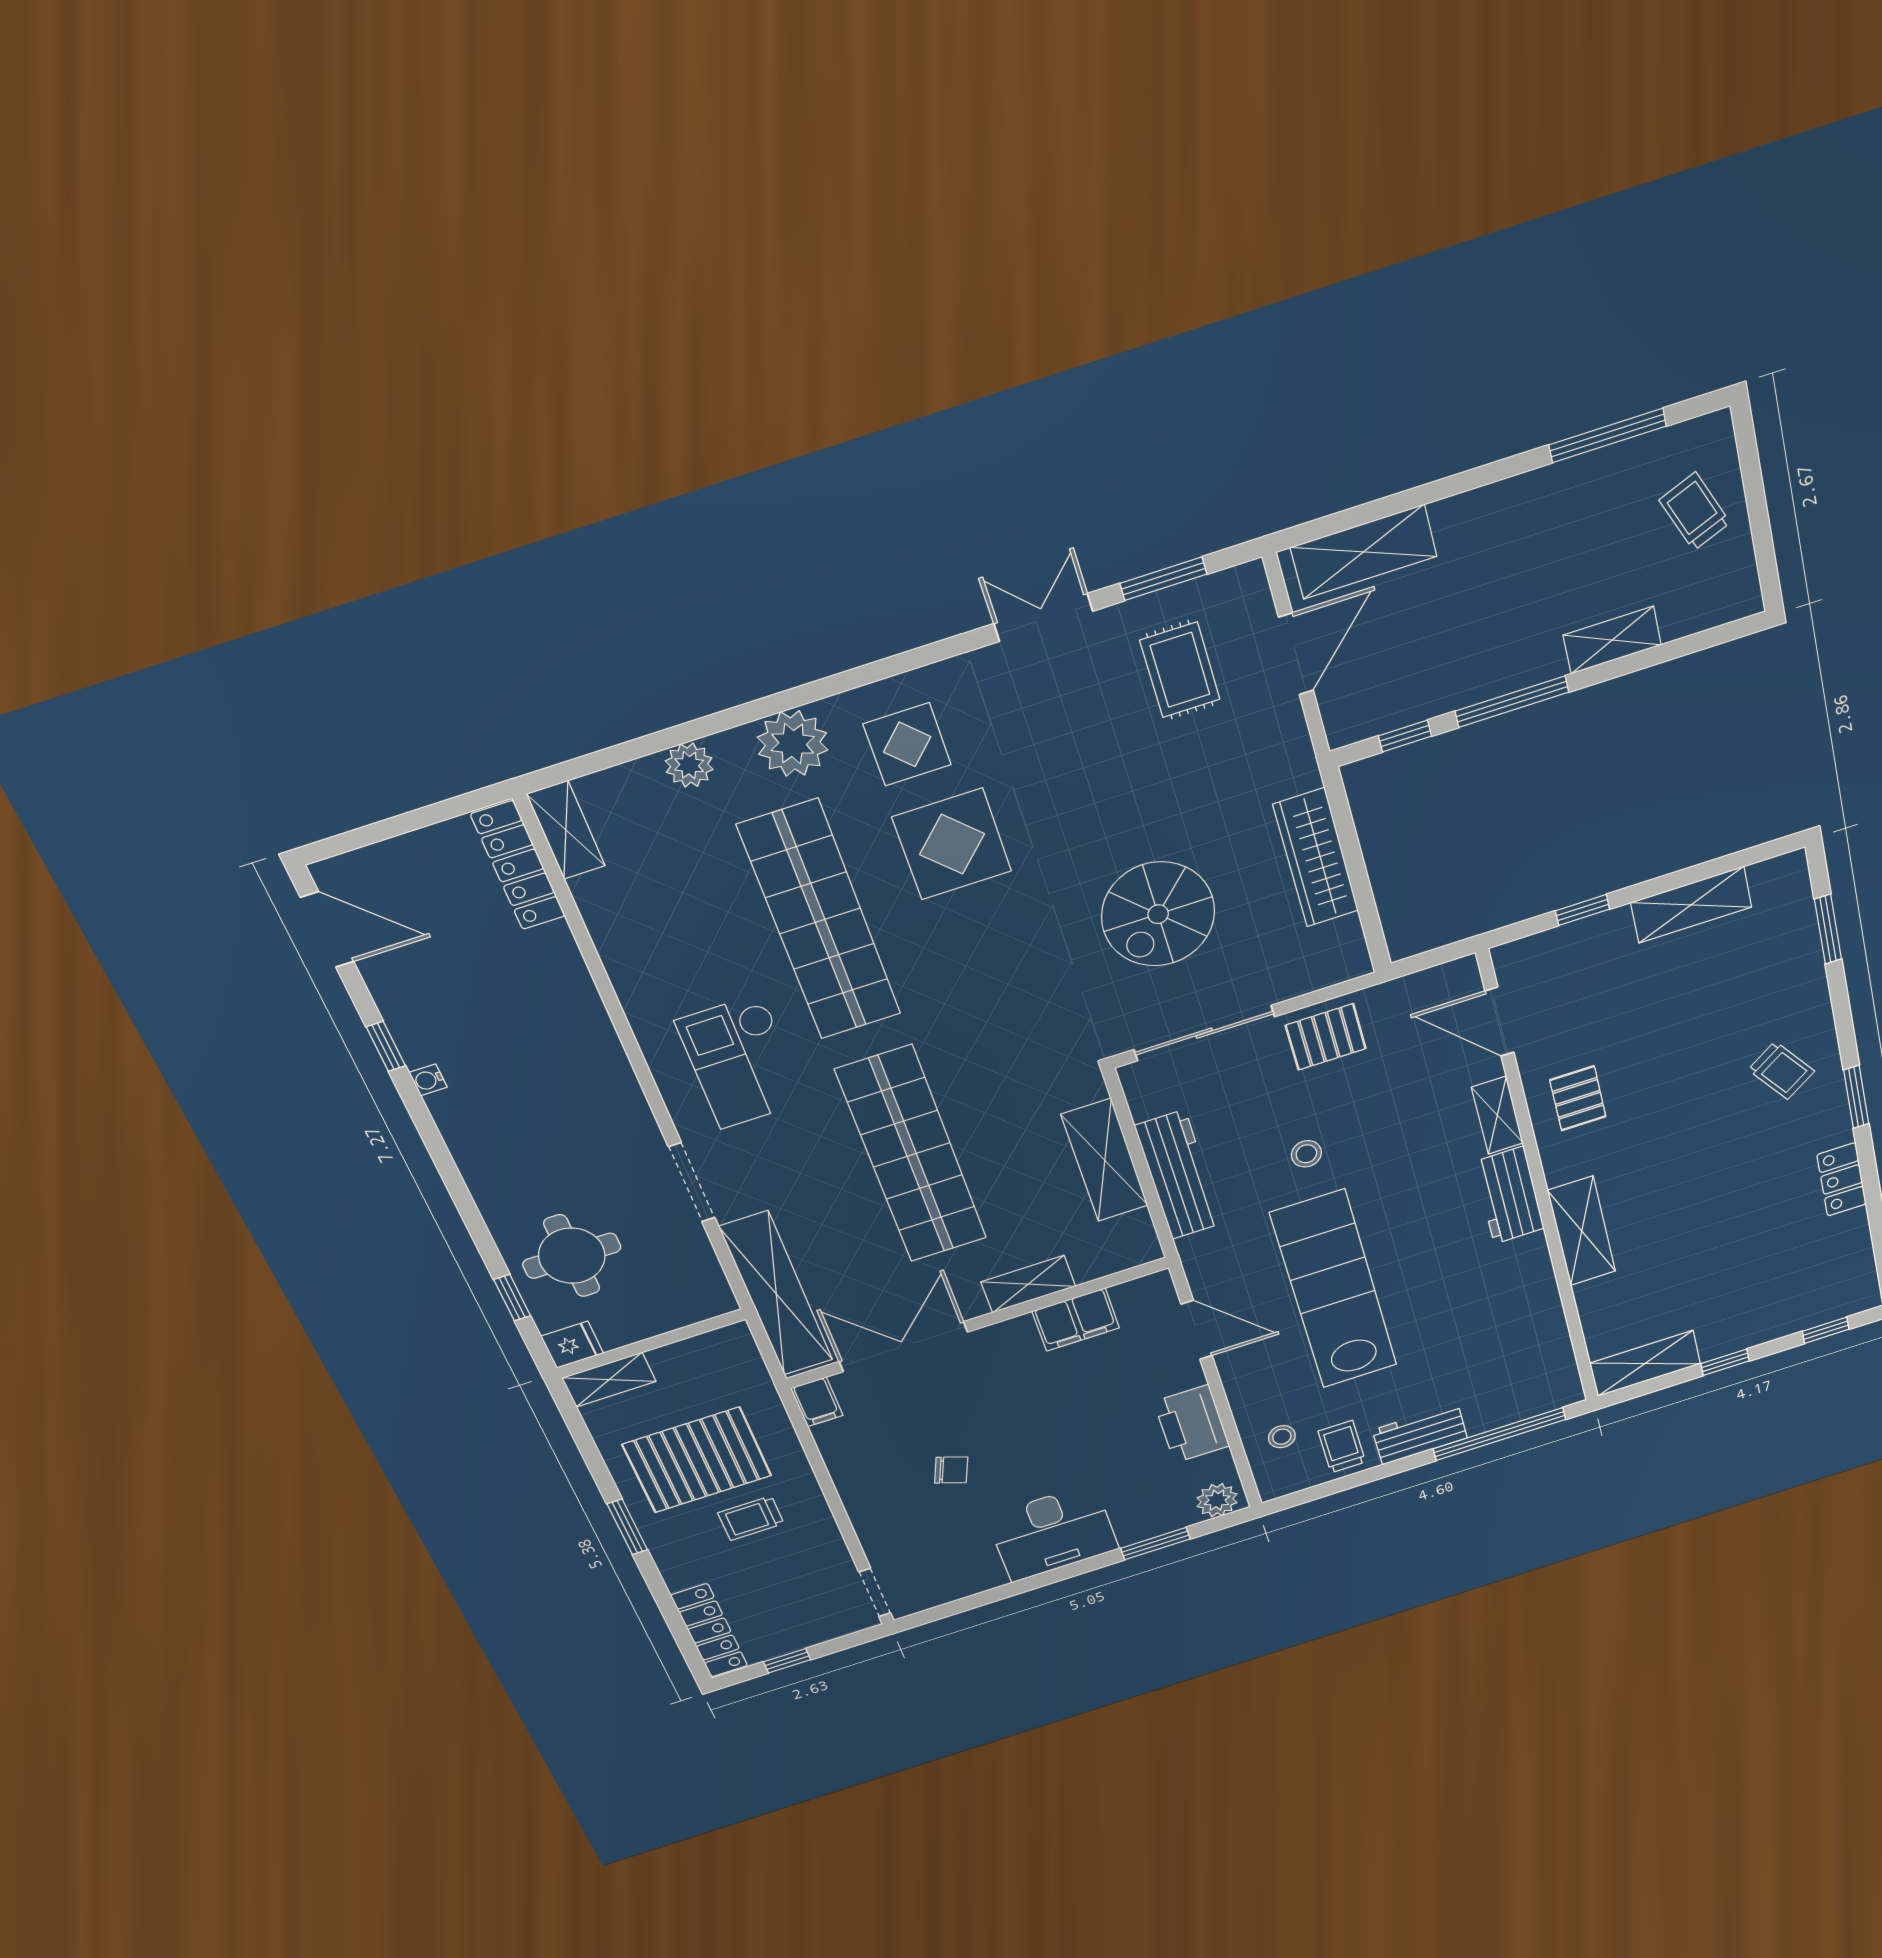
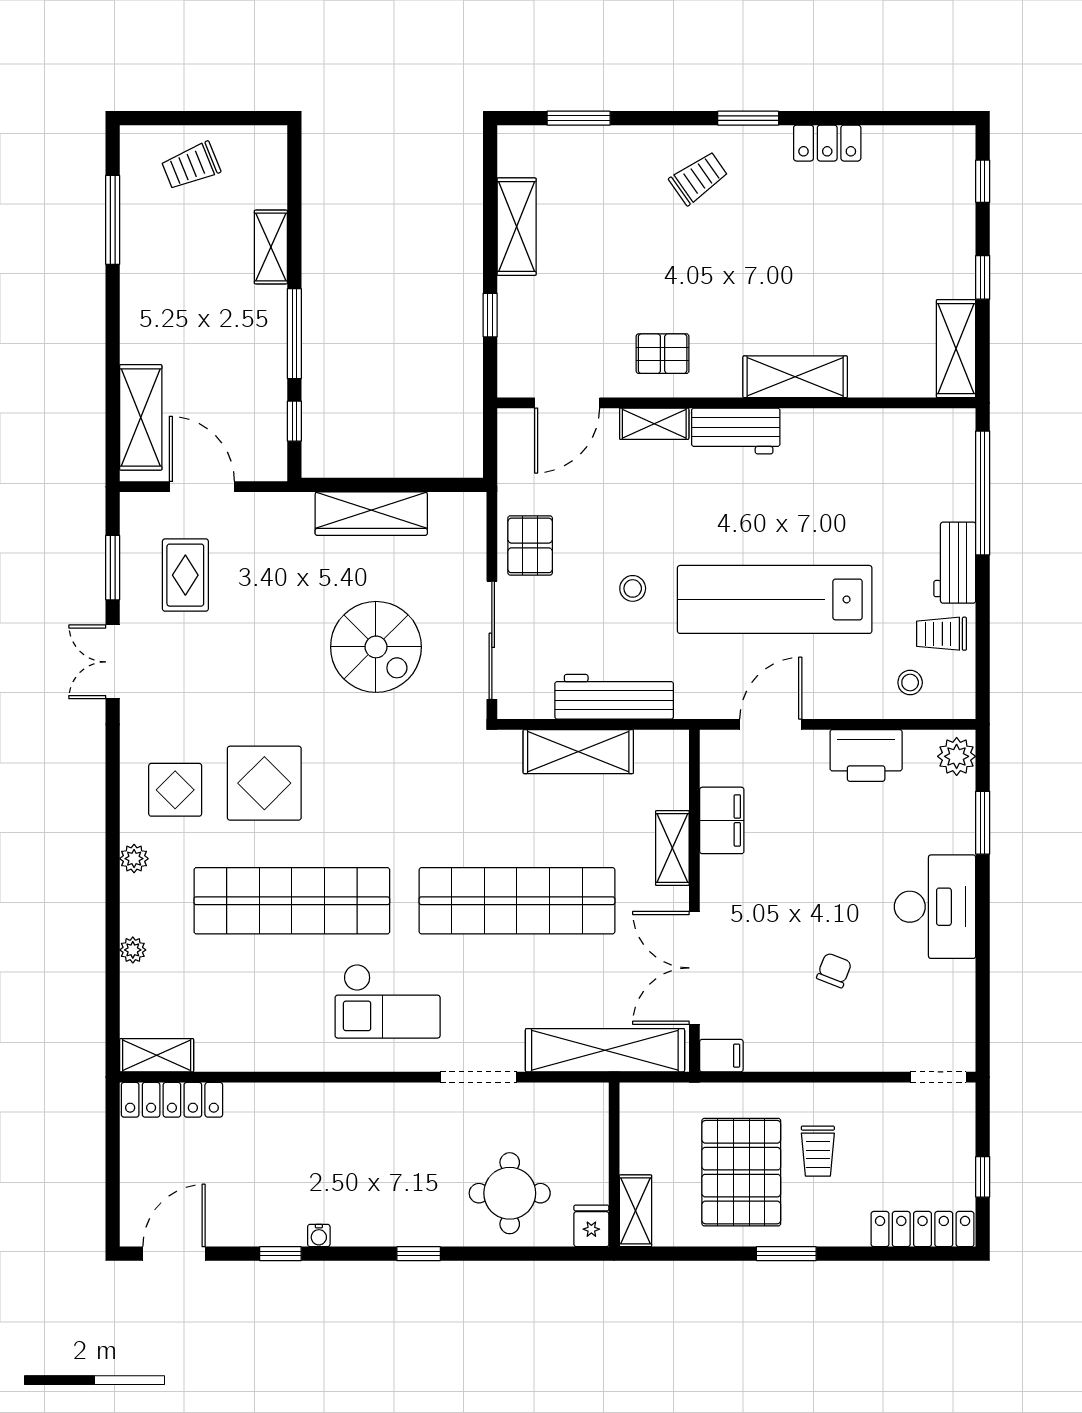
rug: (1180, 670) -> (185, 575), turned 90
plant: (793, 744) -> (134, 859), width x0.53, depth x0.53
plant: (689, 765) -> (133, 950), width x0.73, depth x0.73
window: (512, 1298) -> (419, 1254), moved

